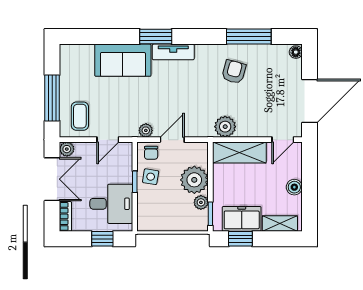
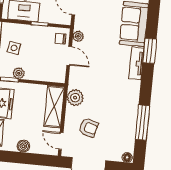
armchair: (234, 72) -> (89, 128), moved
side table: (151, 177) -> (14, 48), moved
plant: (194, 180) -> (37, 70), removed

